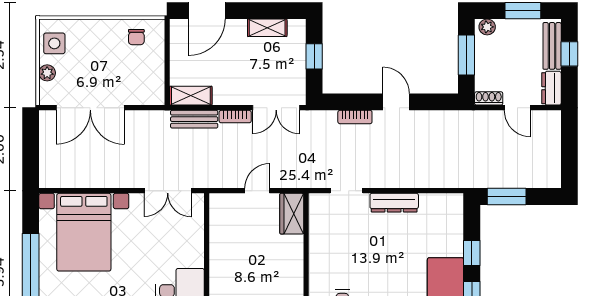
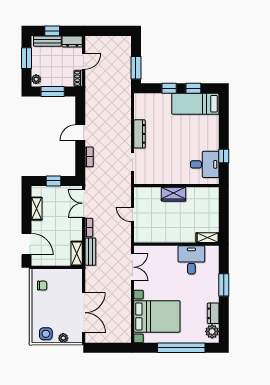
double door: (276, 108) -> (84, 203), swing flipped
wardrobe: (292, 214) -> (173, 194), moved

